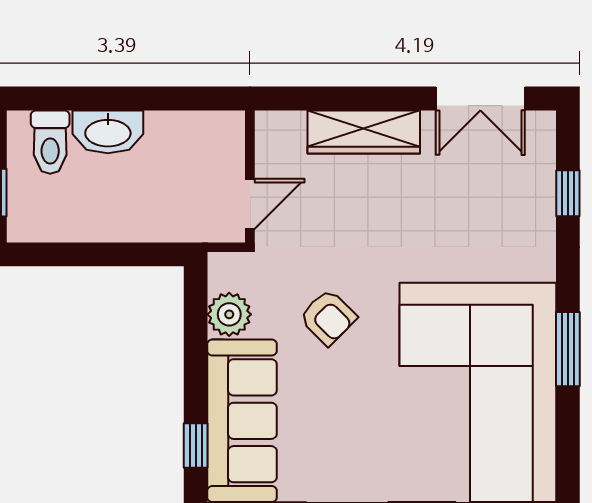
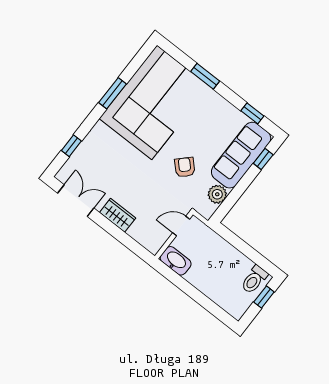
washbasin: (108, 132) -> (176, 261), moved
wardrobe: (364, 132) -> (118, 215), width x0.67
toilet: (50, 142) -> (254, 280), moved, turned 180

